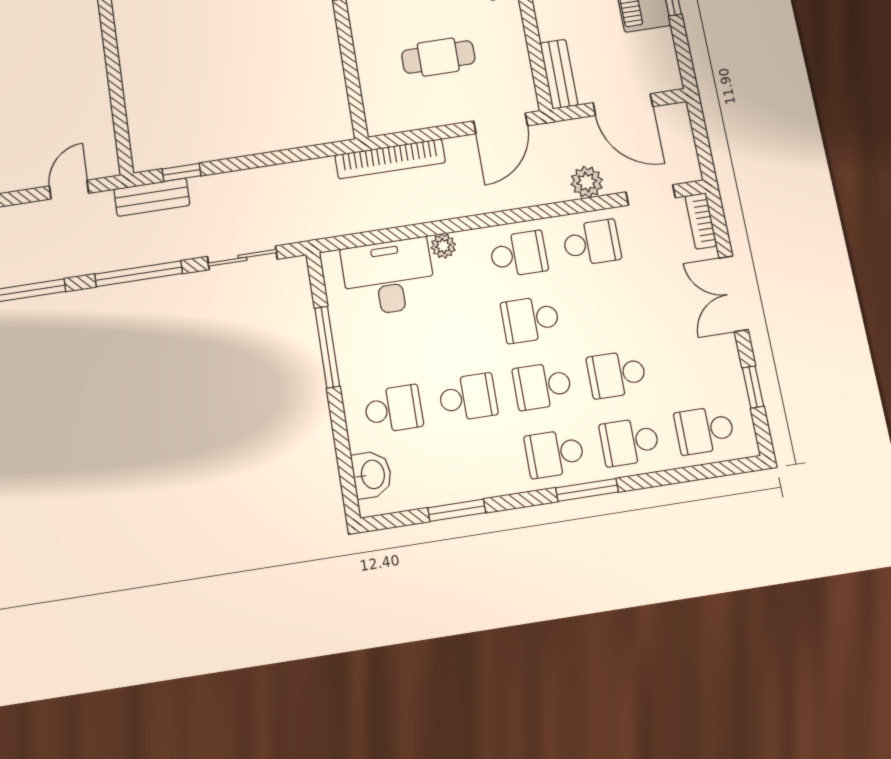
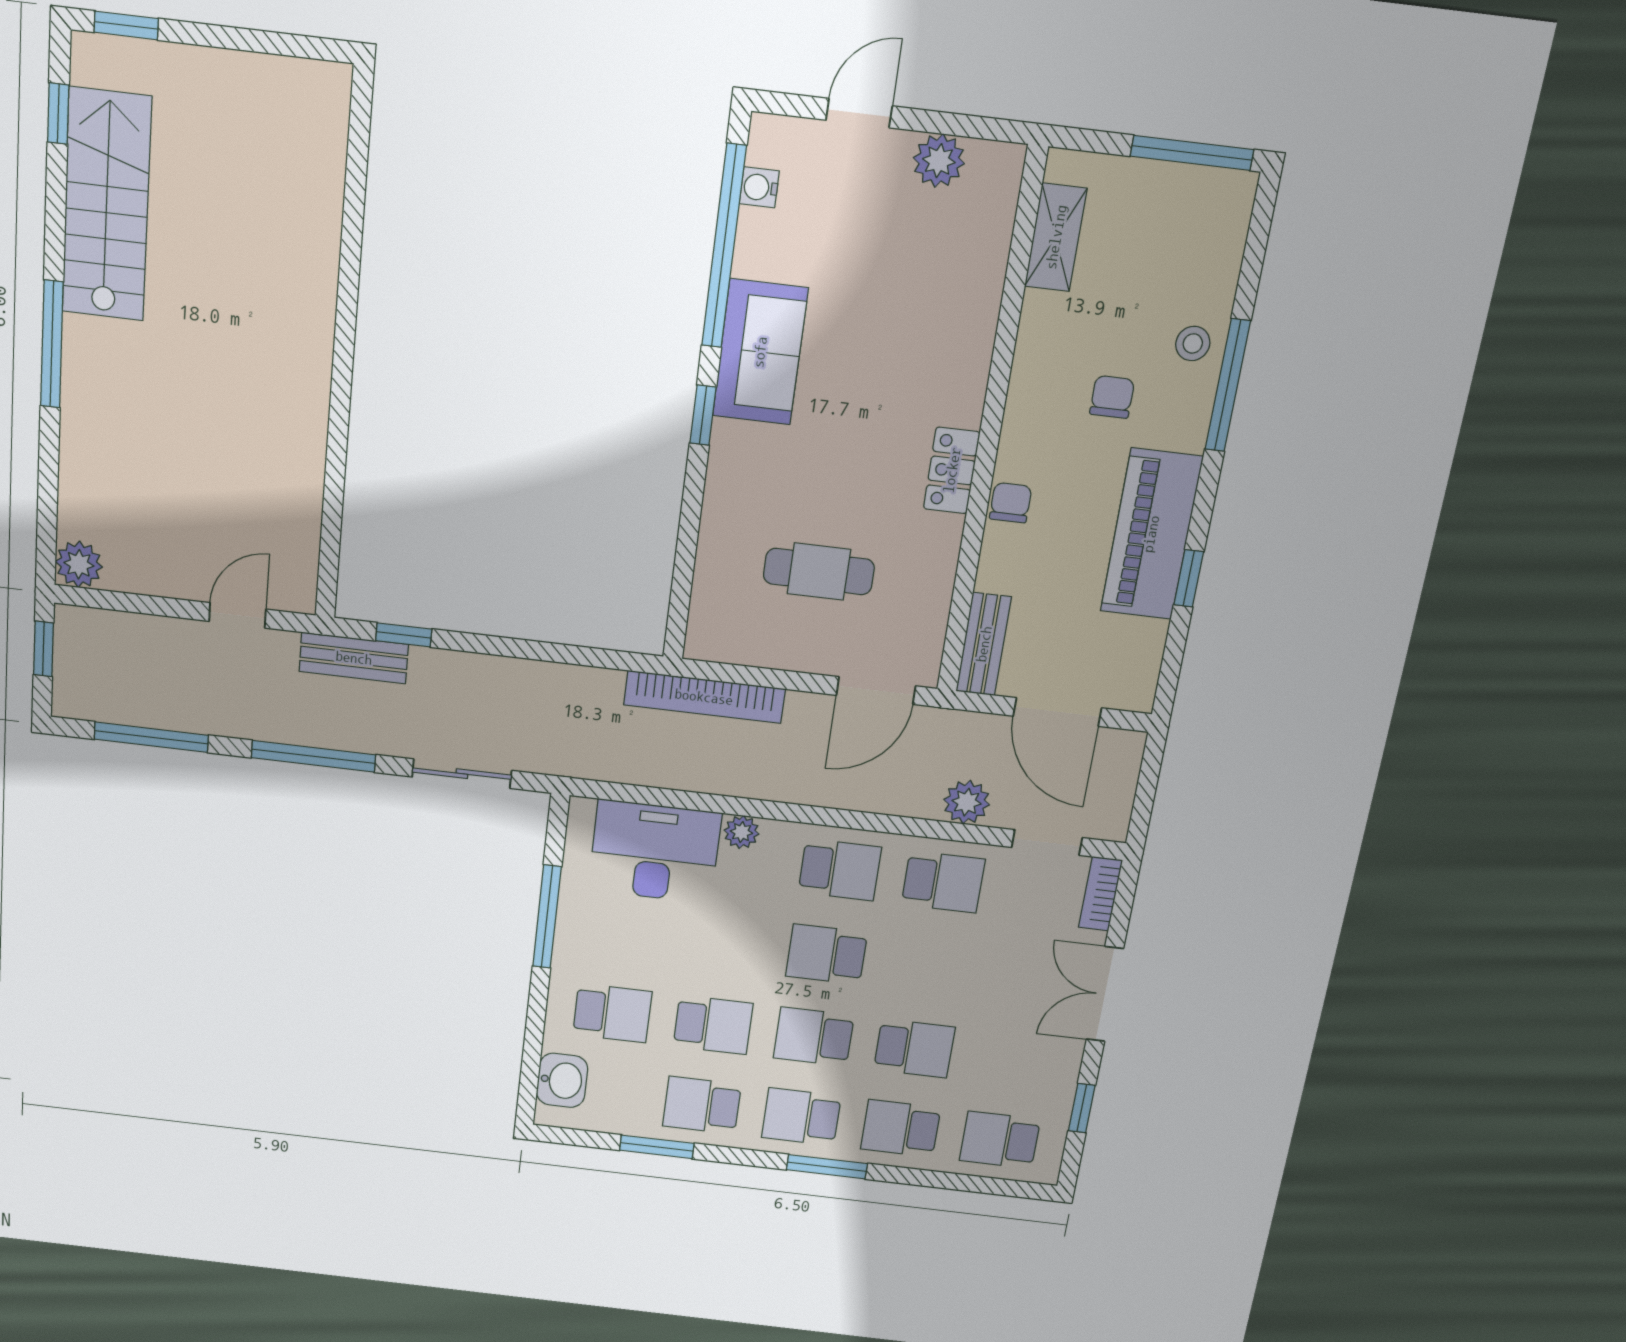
school desk: (617, 374) -> (914, 1048), turned 180
school desk: (479, 465) -> (702, 1105), added

